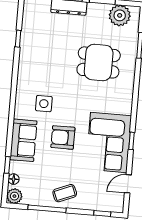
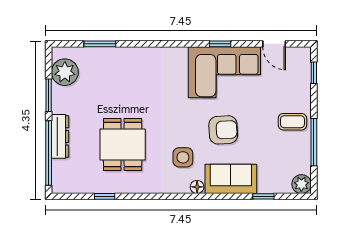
dining table: (99, 62) -> (123, 144), moved
armchair: (63, 137) -> (223, 130), turned -93
floor lamp: (14, 179) -> (197, 187), moved
coffee table: (65, 193) -> (292, 122), turned -68

